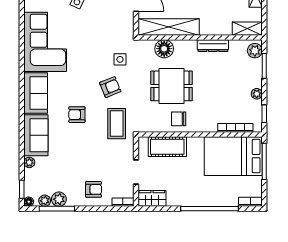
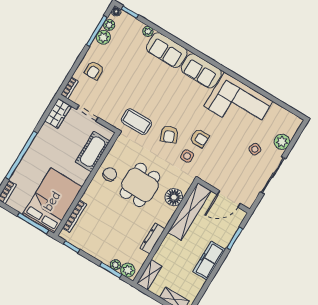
plant: (257, 94) -> (115, 265), moved
armchair: (77, 115) -> (199, 138), moved, turned 90

